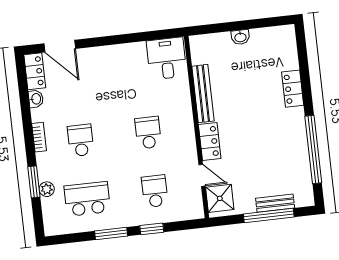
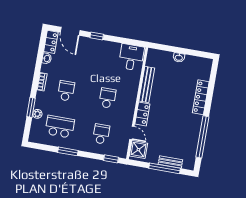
window: (103, 41) -> (97, 36), added
locker: (293, 89) -> (201, 97), width x1.53
window: (152, 229) -> (111, 159), moved

